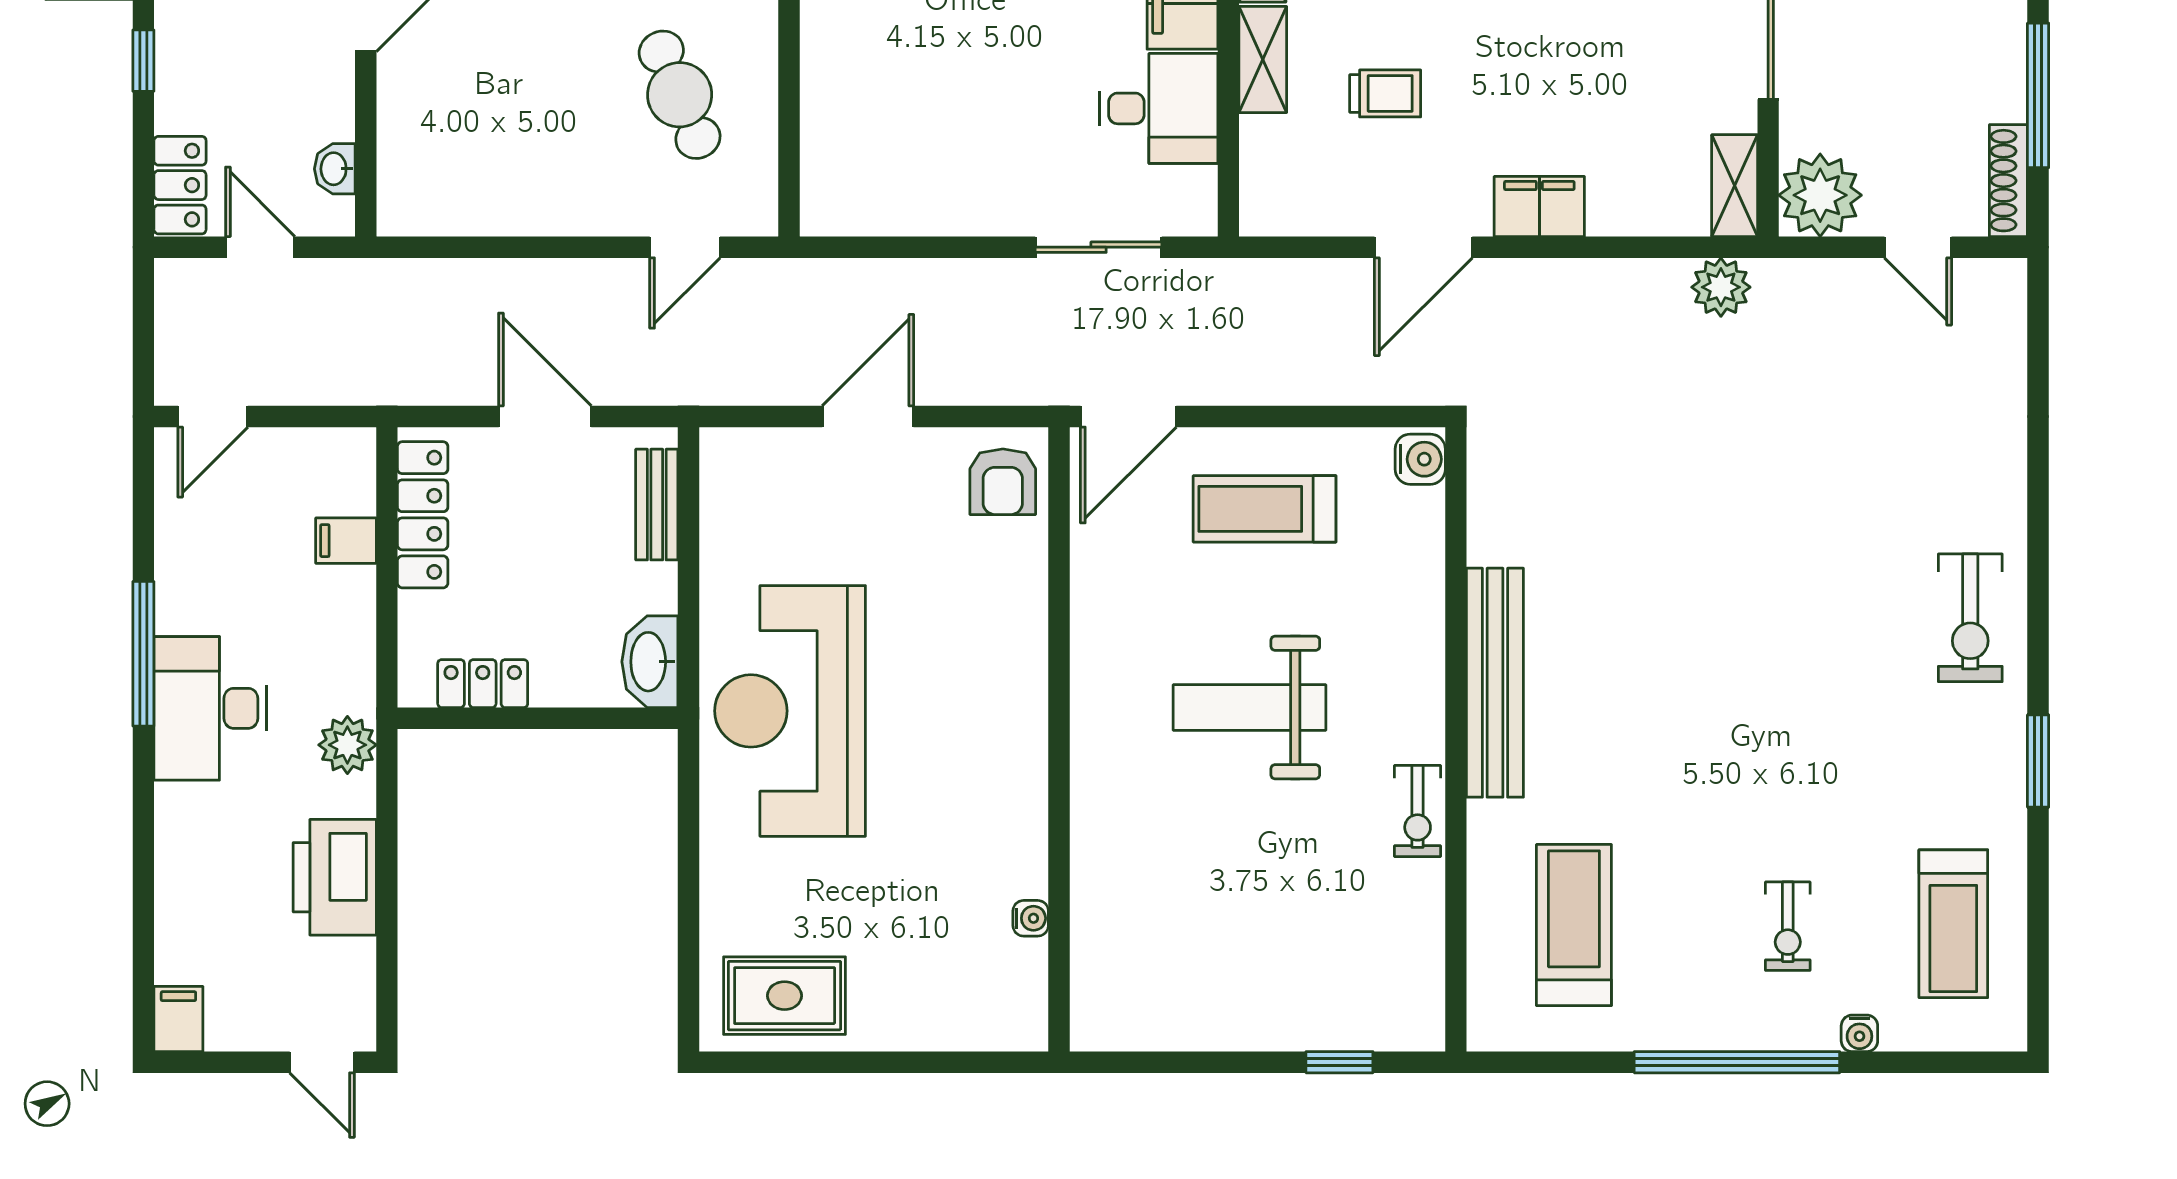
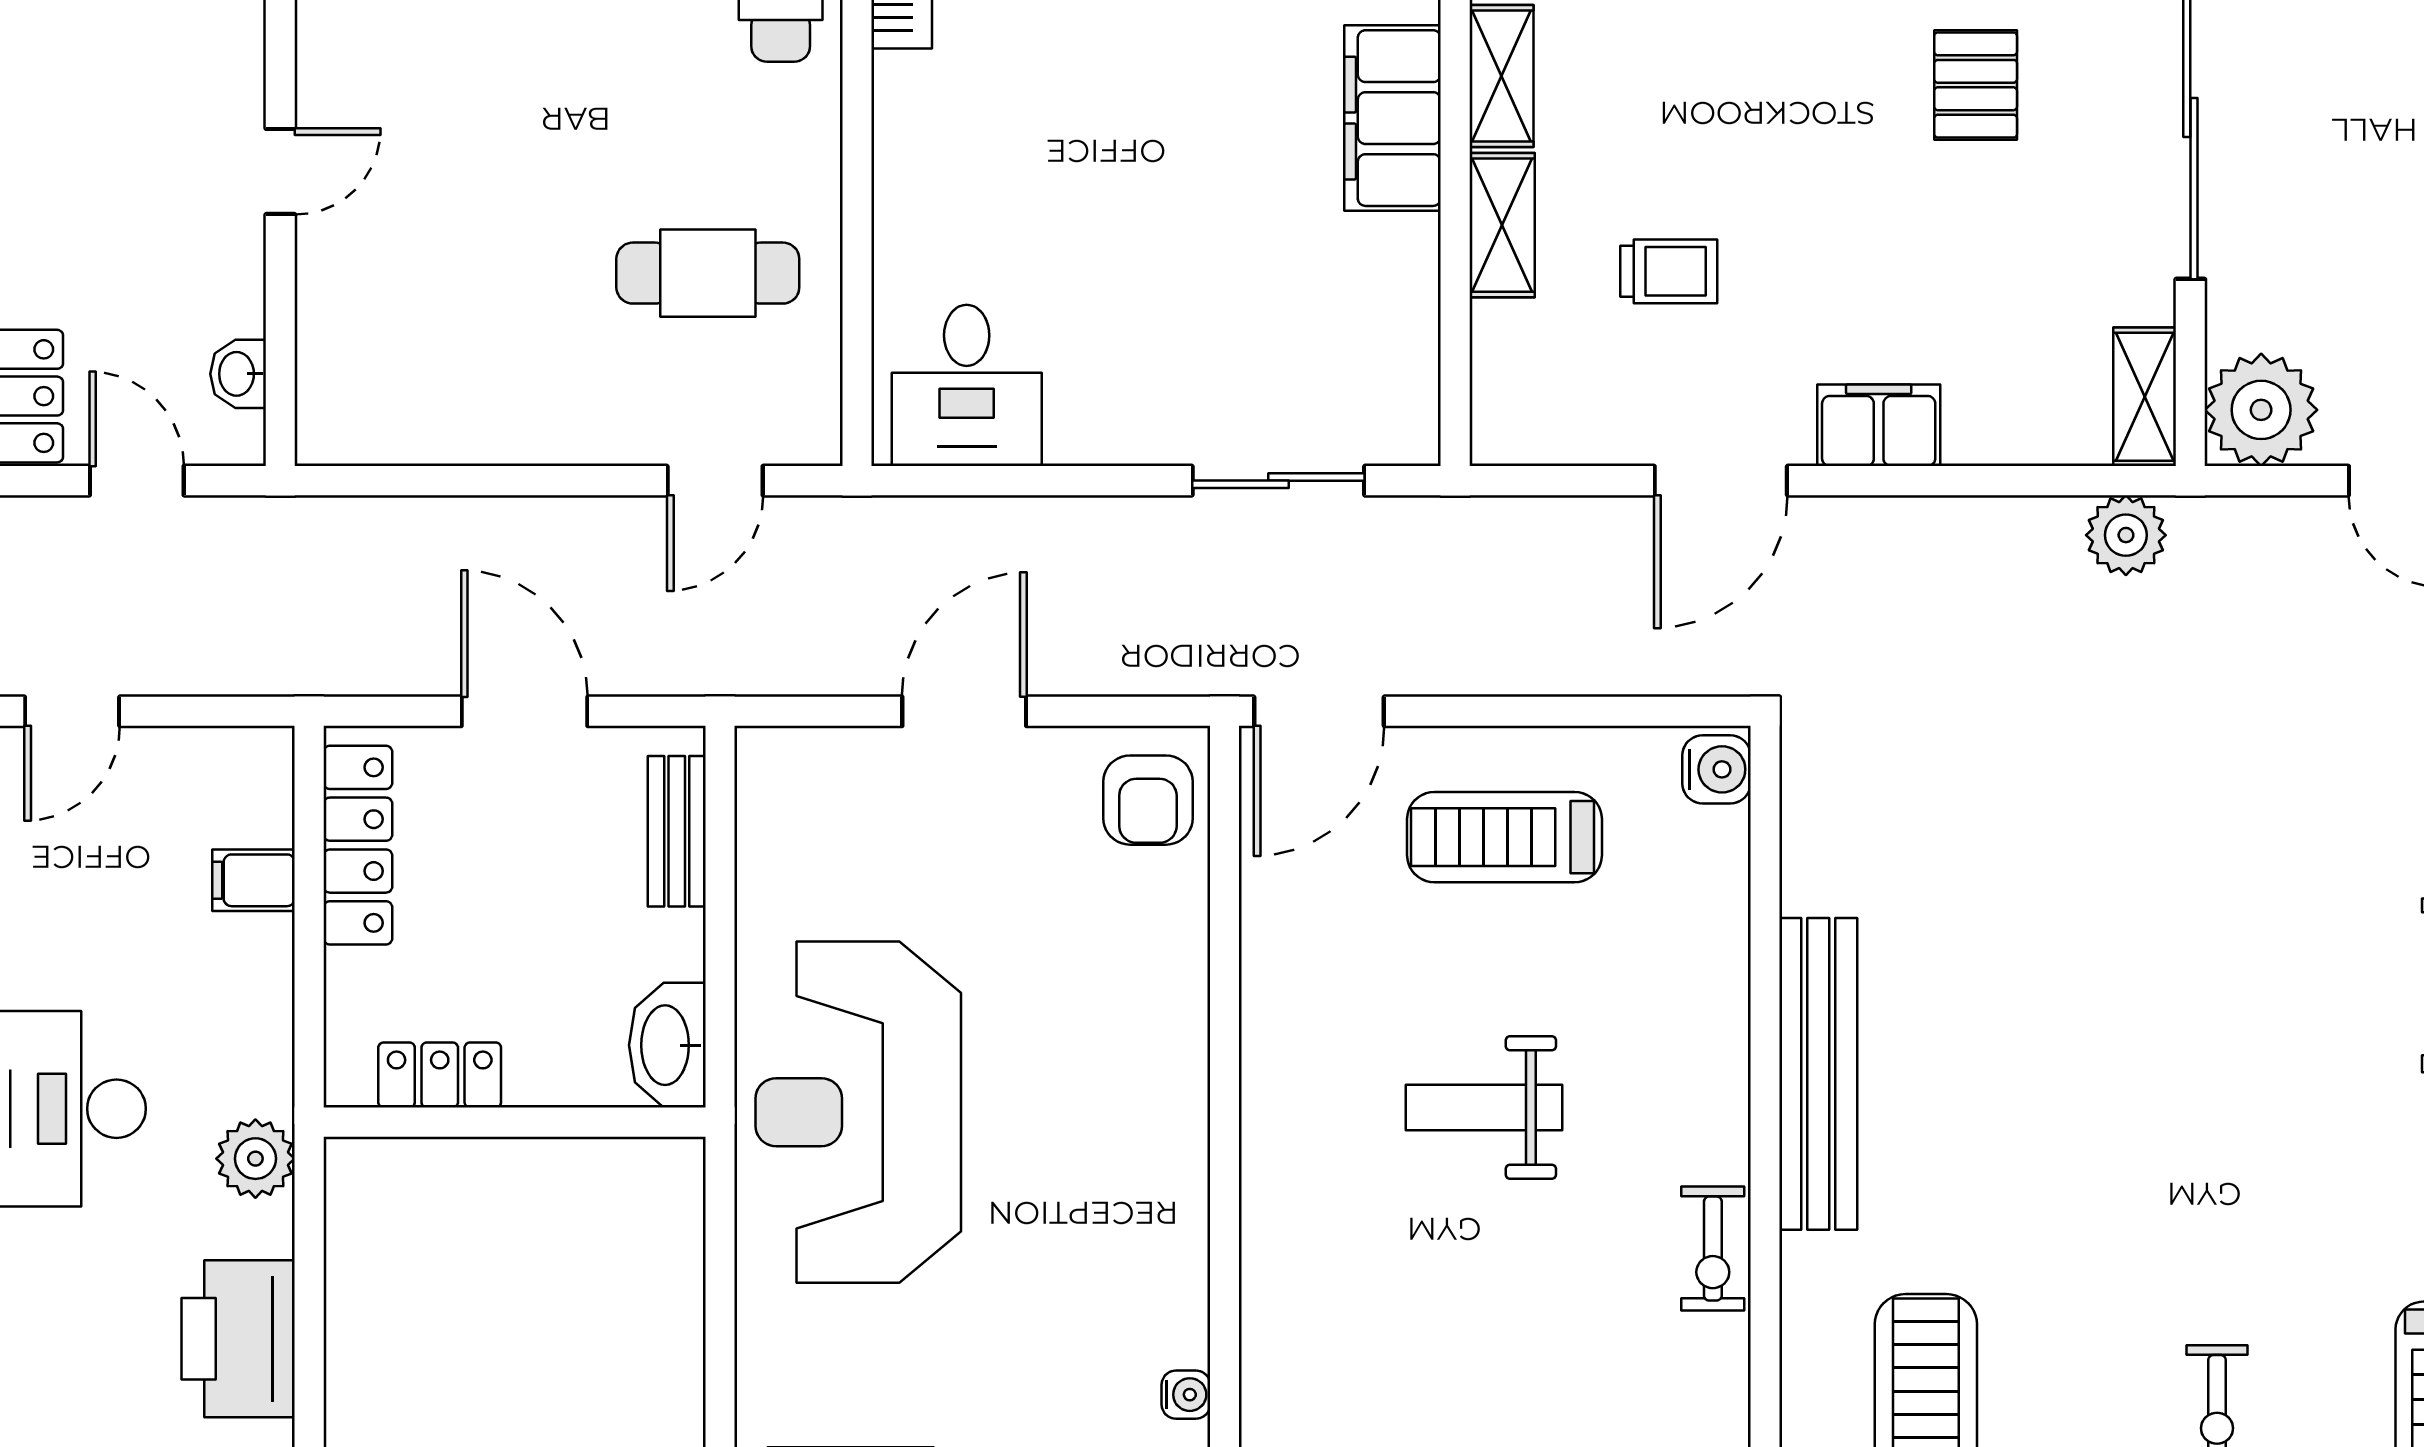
cafe table: (680, 95) -> (708, 273), turned -67
desk: (1158, 108) -> (967, 385), moved, turned 90
weight bench: (1249, 707) -> (1484, 1108), width x0.73, depth x0.75

